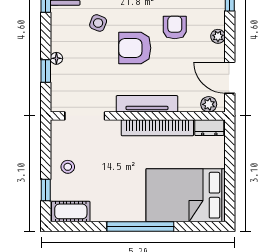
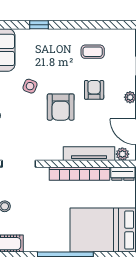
armchair: (135, 48) -> (61, 107), turned -90
tv unit: (147, 104) -> (89, 154), moved

